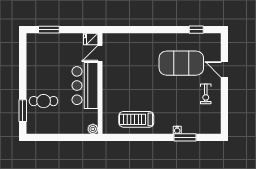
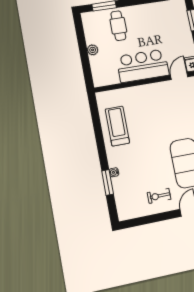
door: (100, 53) -> (179, 76), hinge flipped
plant: (93, 129) -> (93, 50), moved

